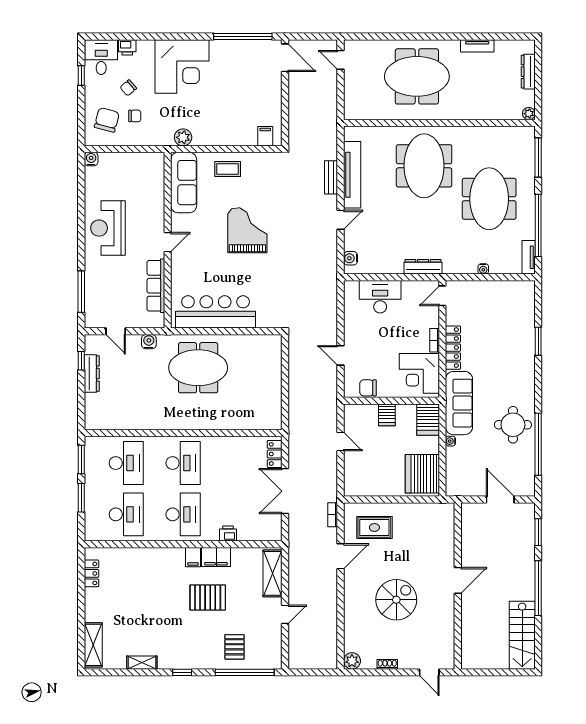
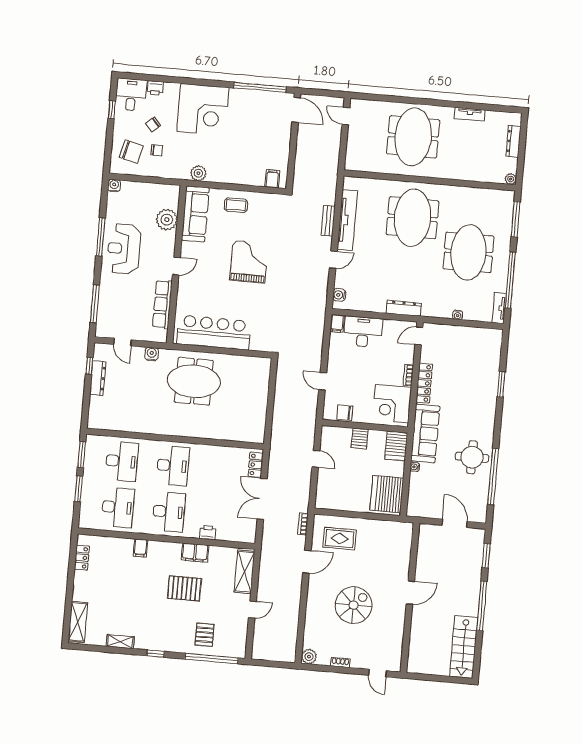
meeting table: (417, 76) -> (413, 137), turned 90
chair: (107, 120) -> (131, 152), turned 89
plant: (153, 192) -> (167, 220), added
window: (81, 217) -> (101, 237), added
filing cabinet: (351, 290) -> (337, 323), added
filing cabinet: (193, 557) -> (140, 548), moved

